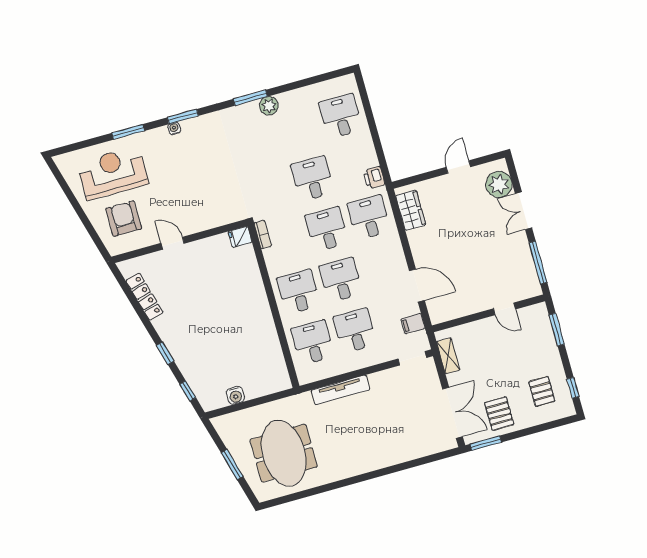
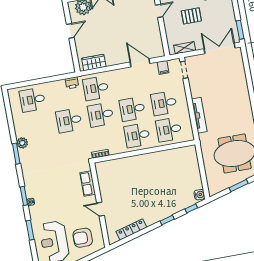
door: (458, 167) -> (70, 31), swing flipped
row of seats: (213, 219) -> (88, 184), added
fridge: (240, 237) -> (100, 168), removed
door: (173, 243) -> (100, 209), hinge flipped
door: (417, 286) -> (140, 63), hinge flipped
water cooler: (235, 395) -> (199, 195), moved
pallet: (499, 414) -> (191, 16), moved

